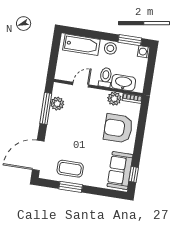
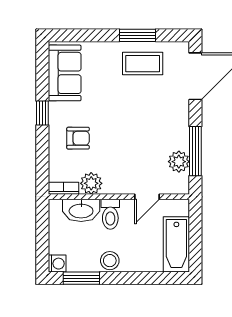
bathtub: (81, 45) -> (176, 244), moved, turned -90
armchair: (118, 128) -> (78, 138), width x0.53, depth x0.53
window: (134, 174) -> (42, 113), moved

